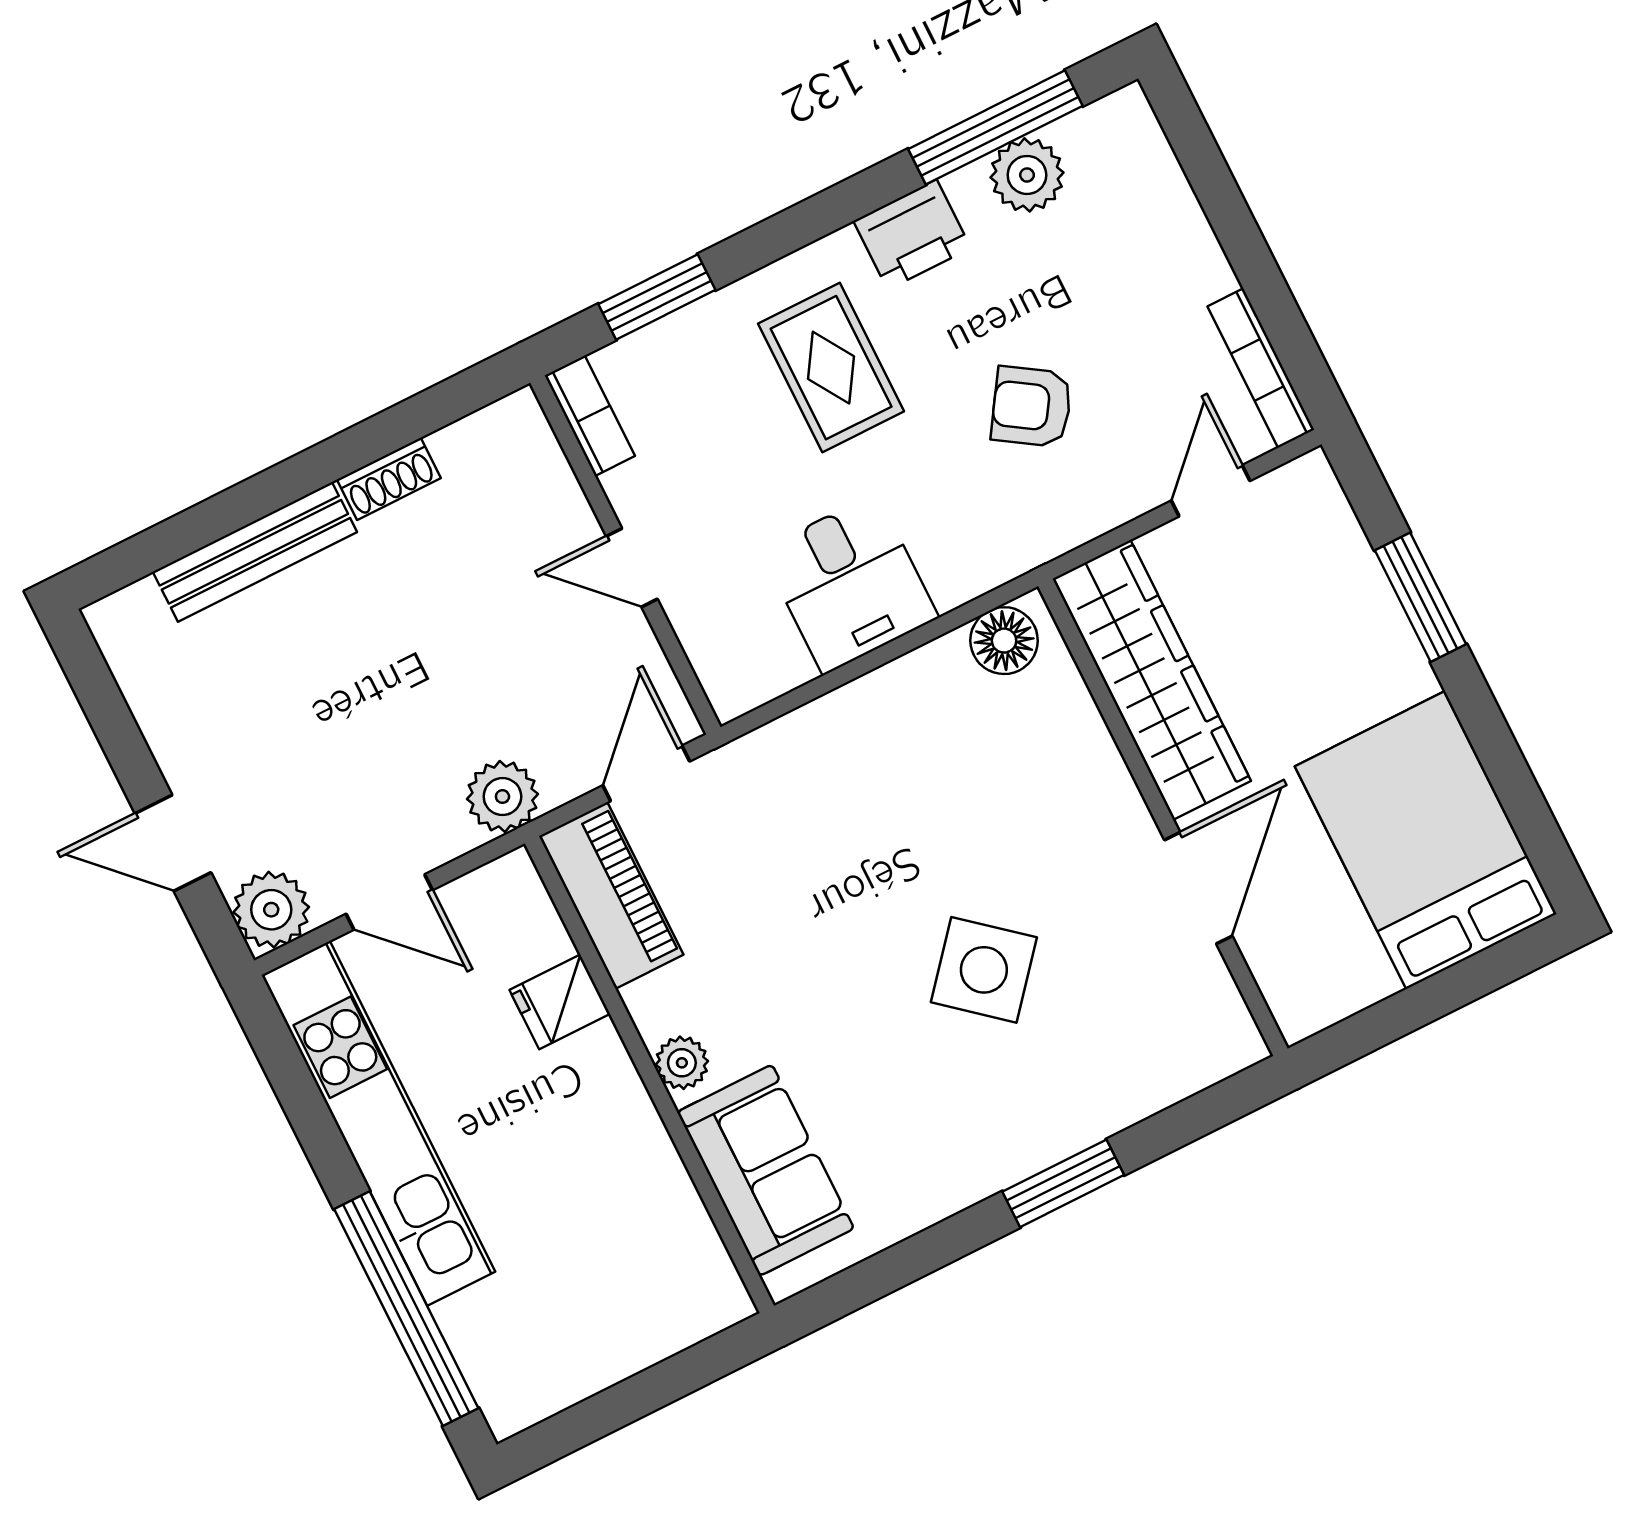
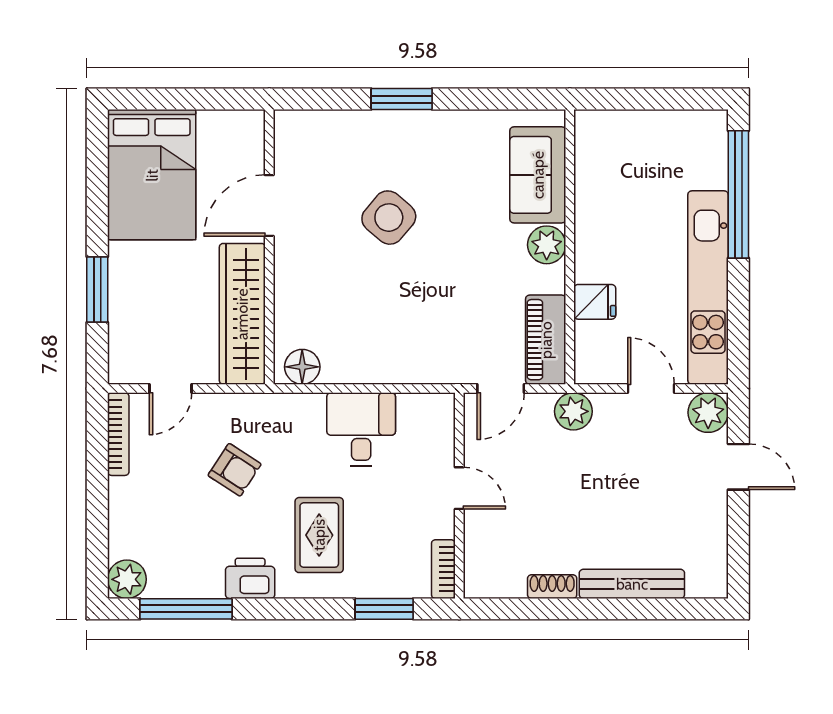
plant: (1027, 175) -> (127, 579), moved
plant: (682, 1063) -> (547, 245), width x1.38, depth x1.38

